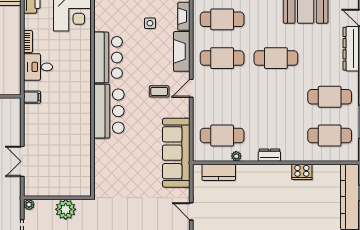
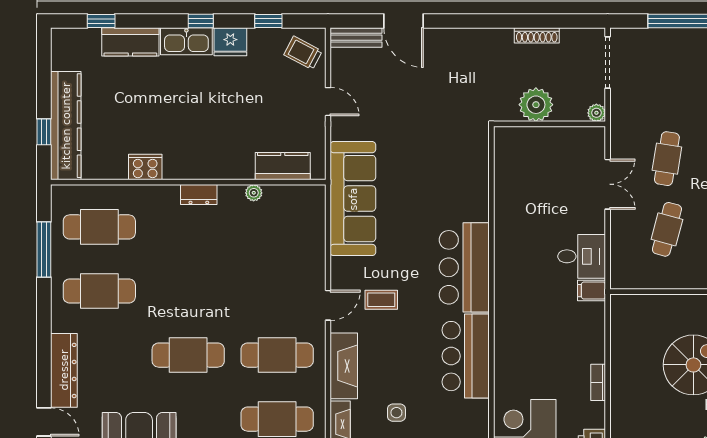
desk: (38, 67) -> (582, 256), moved
cafe table: (222, 136) -> (277, 227), removed

